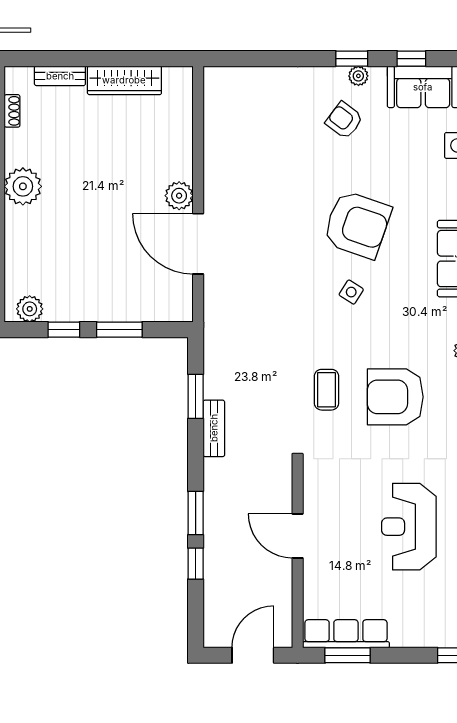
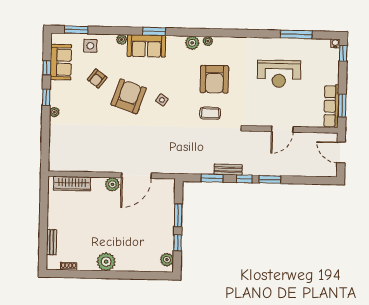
plant: (358, 76) -> (54, 112), moved
wardrobe: (124, 80) -> (72, 184), moved, turned 90
armchair: (344, 120) -> (97, 79), moved
window: (196, 564) -> (244, 179), moved

